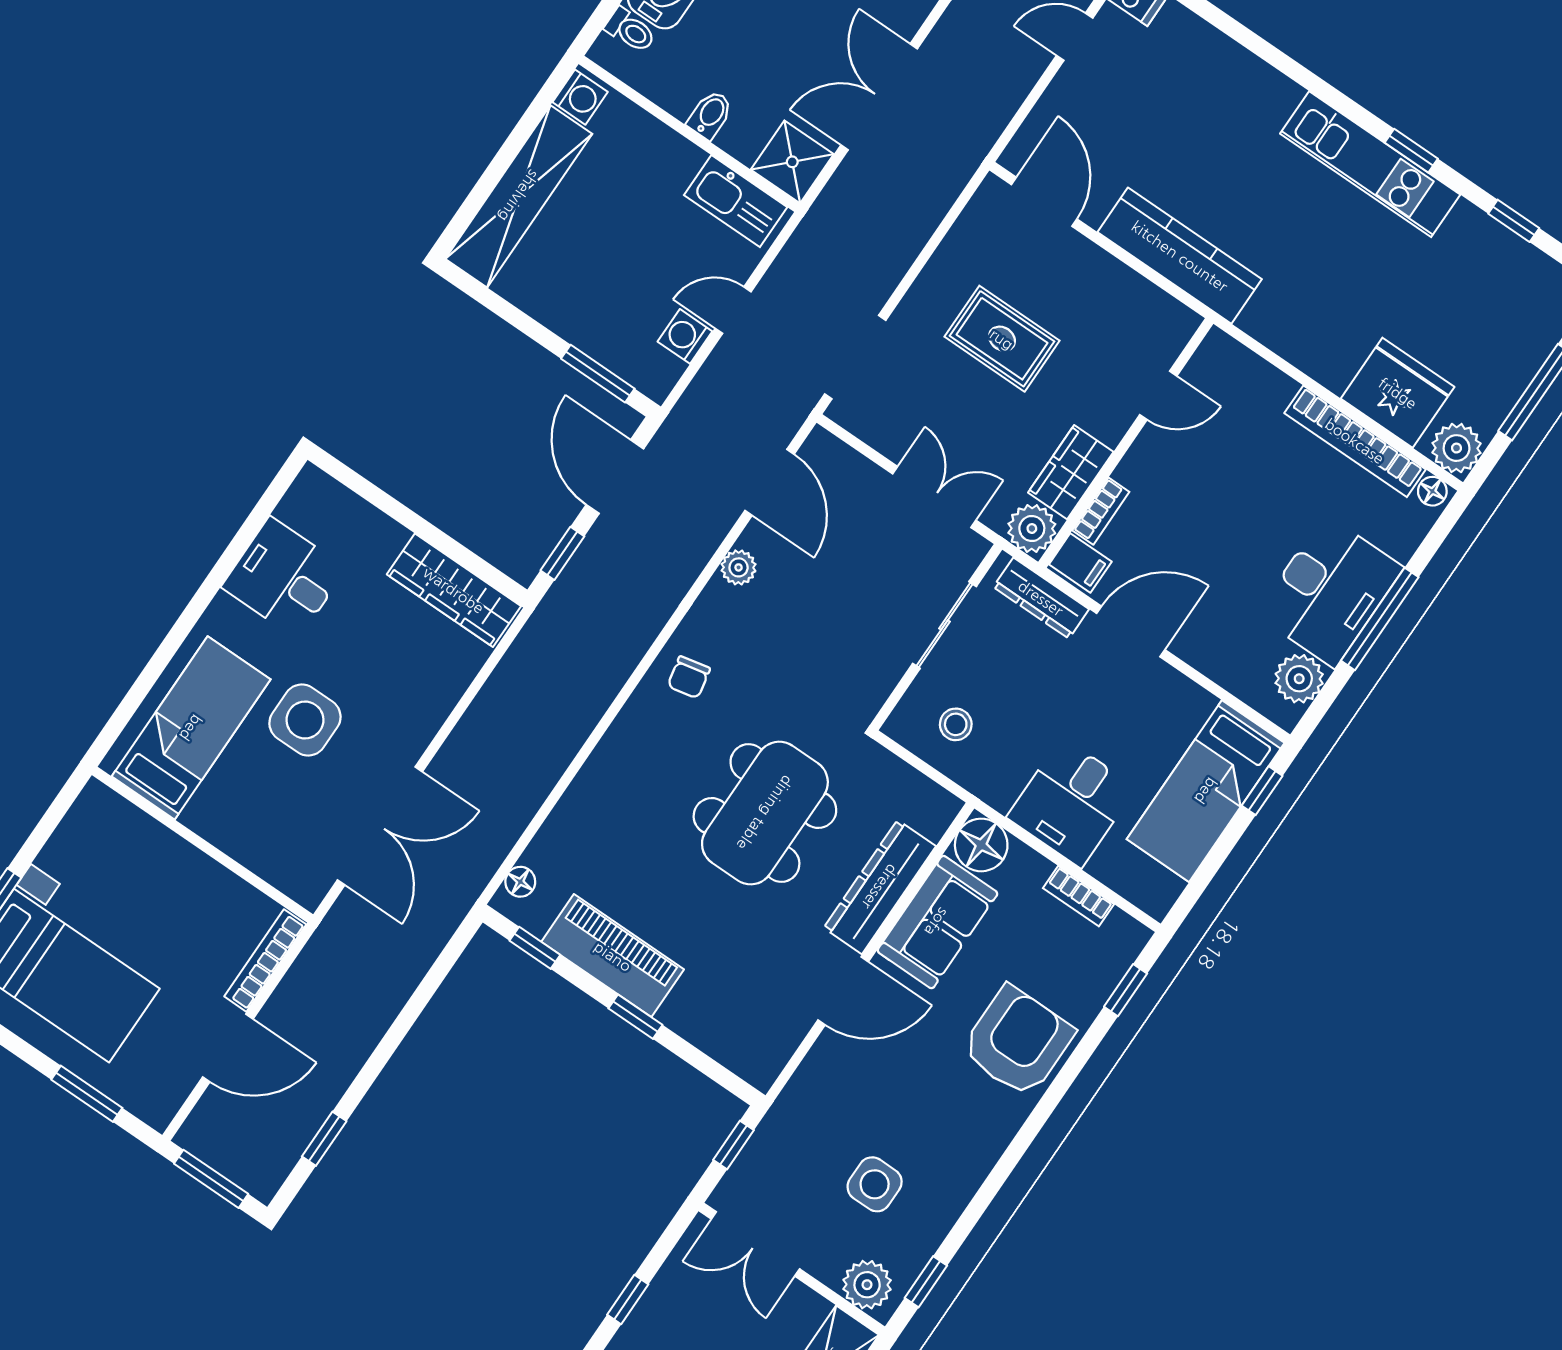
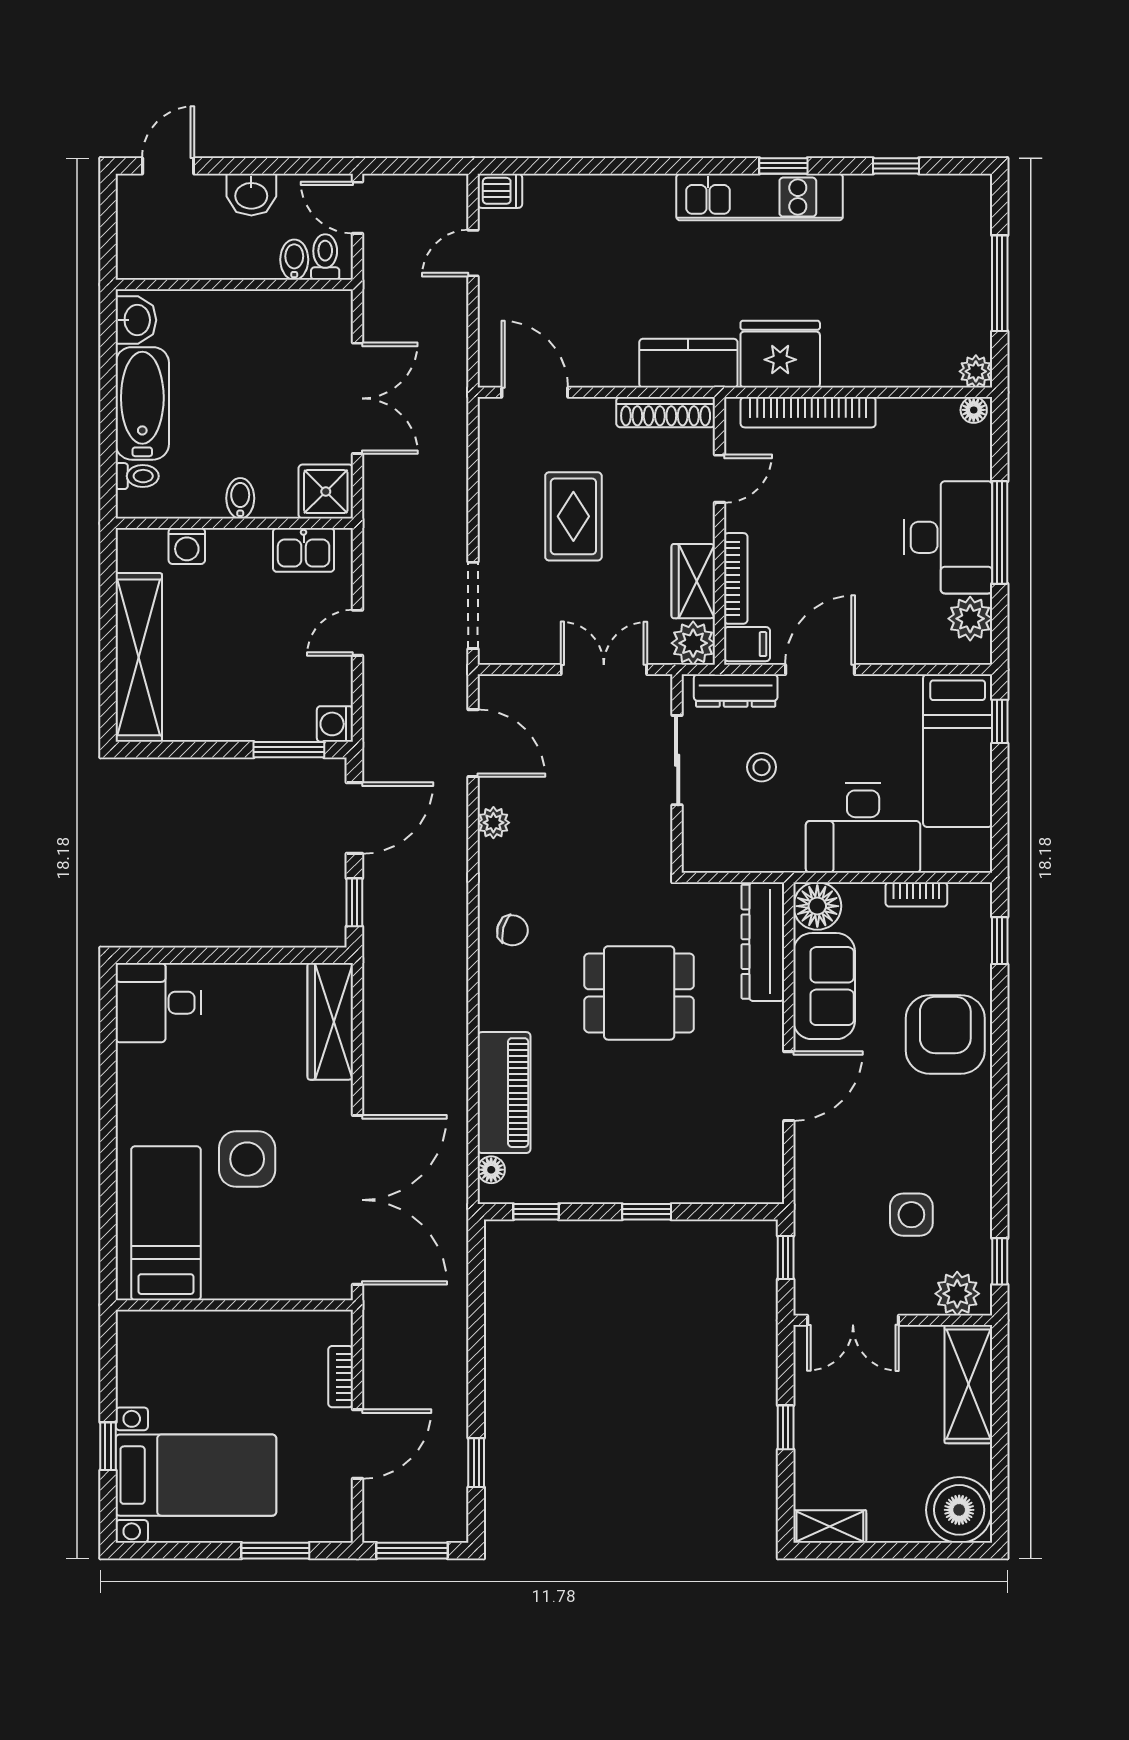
washing machine: (580, 97) -> (187, 546), moved, turned 90
double door: (879, 97) -> (358, 398), swing flipped
kitchen sink: (736, 201) -> (304, 550), width x0.73
kitchen counter: (1180, 256) -> (688, 363), width x0.67
shoe rack: (1151, 301) -> (666, 412), added
washing machine: (685, 336) -> (335, 724), moved
rug: (1002, 339) -> (573, 516), turned 90
fridge: (1398, 393) -> (780, 354), moved
bookcase: (1355, 441) -> (808, 412), moved
plant: (1457, 448) -> (976, 371), width x0.73, depth x0.73
door: (615, 477) -> (354, 818), swing flipped
bookcase: (1101, 511) -> (736, 578), width x1.56
desk: (284, 578) -> (158, 1003), moved
wardrobe: (454, 590) -> (330, 1021), moved, turned 90
chair: (689, 677) -> (512, 930), turned -63
stool: (956, 724) -> (762, 767), moved
desk: (1071, 803) -> (863, 828), width x1.37
dining table: (765, 813) -> (639, 993), width x0.73
double door: (380, 826) -> (358, 1200), width x1.36
dresser: (880, 887) -> (763, 942), moved
piano: (613, 956) -> (504, 1093), moved, turned 90
bookcase: (265, 960) -> (341, 1377), width x0.64

